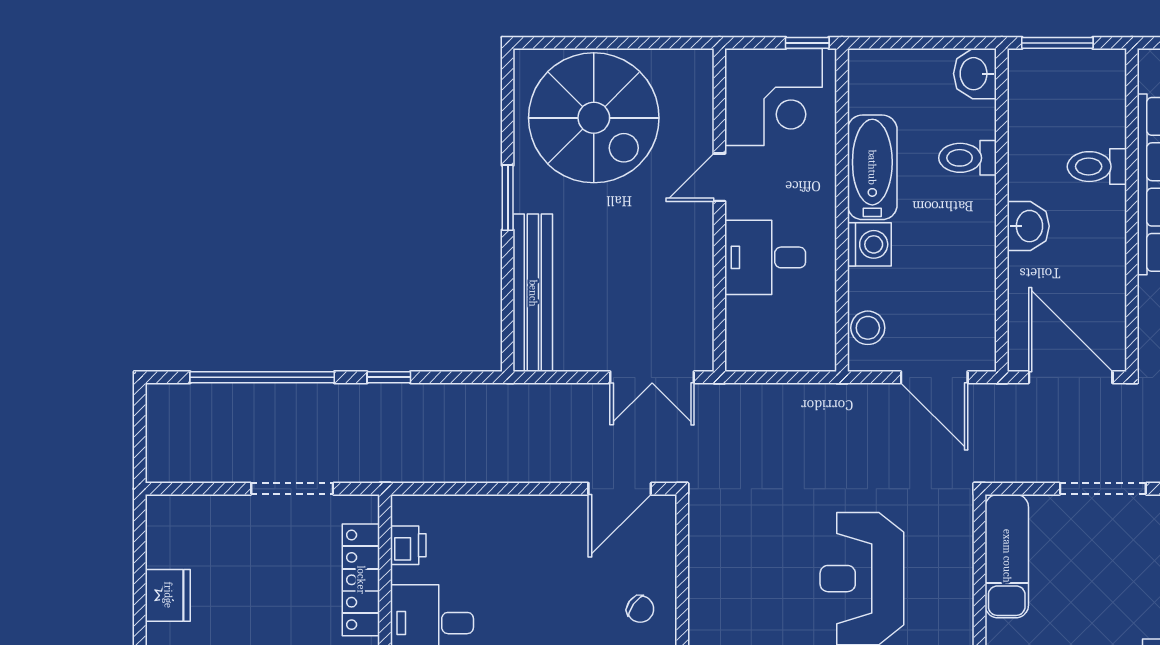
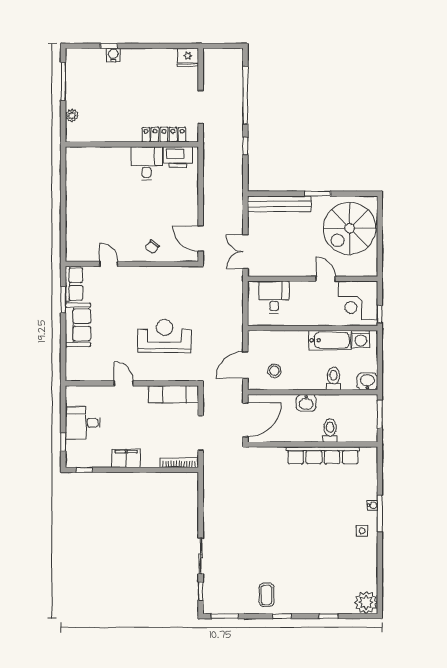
washing machine: (869, 244) -> (361, 339), moved
desk: (765, 257) -> (274, 297), moved
stool: (868, 328) -> (274, 371), moved
printer: (408, 545) -> (178, 157), width x1.87, depth x1.48
fridge: (168, 595) -> (188, 57), moved

